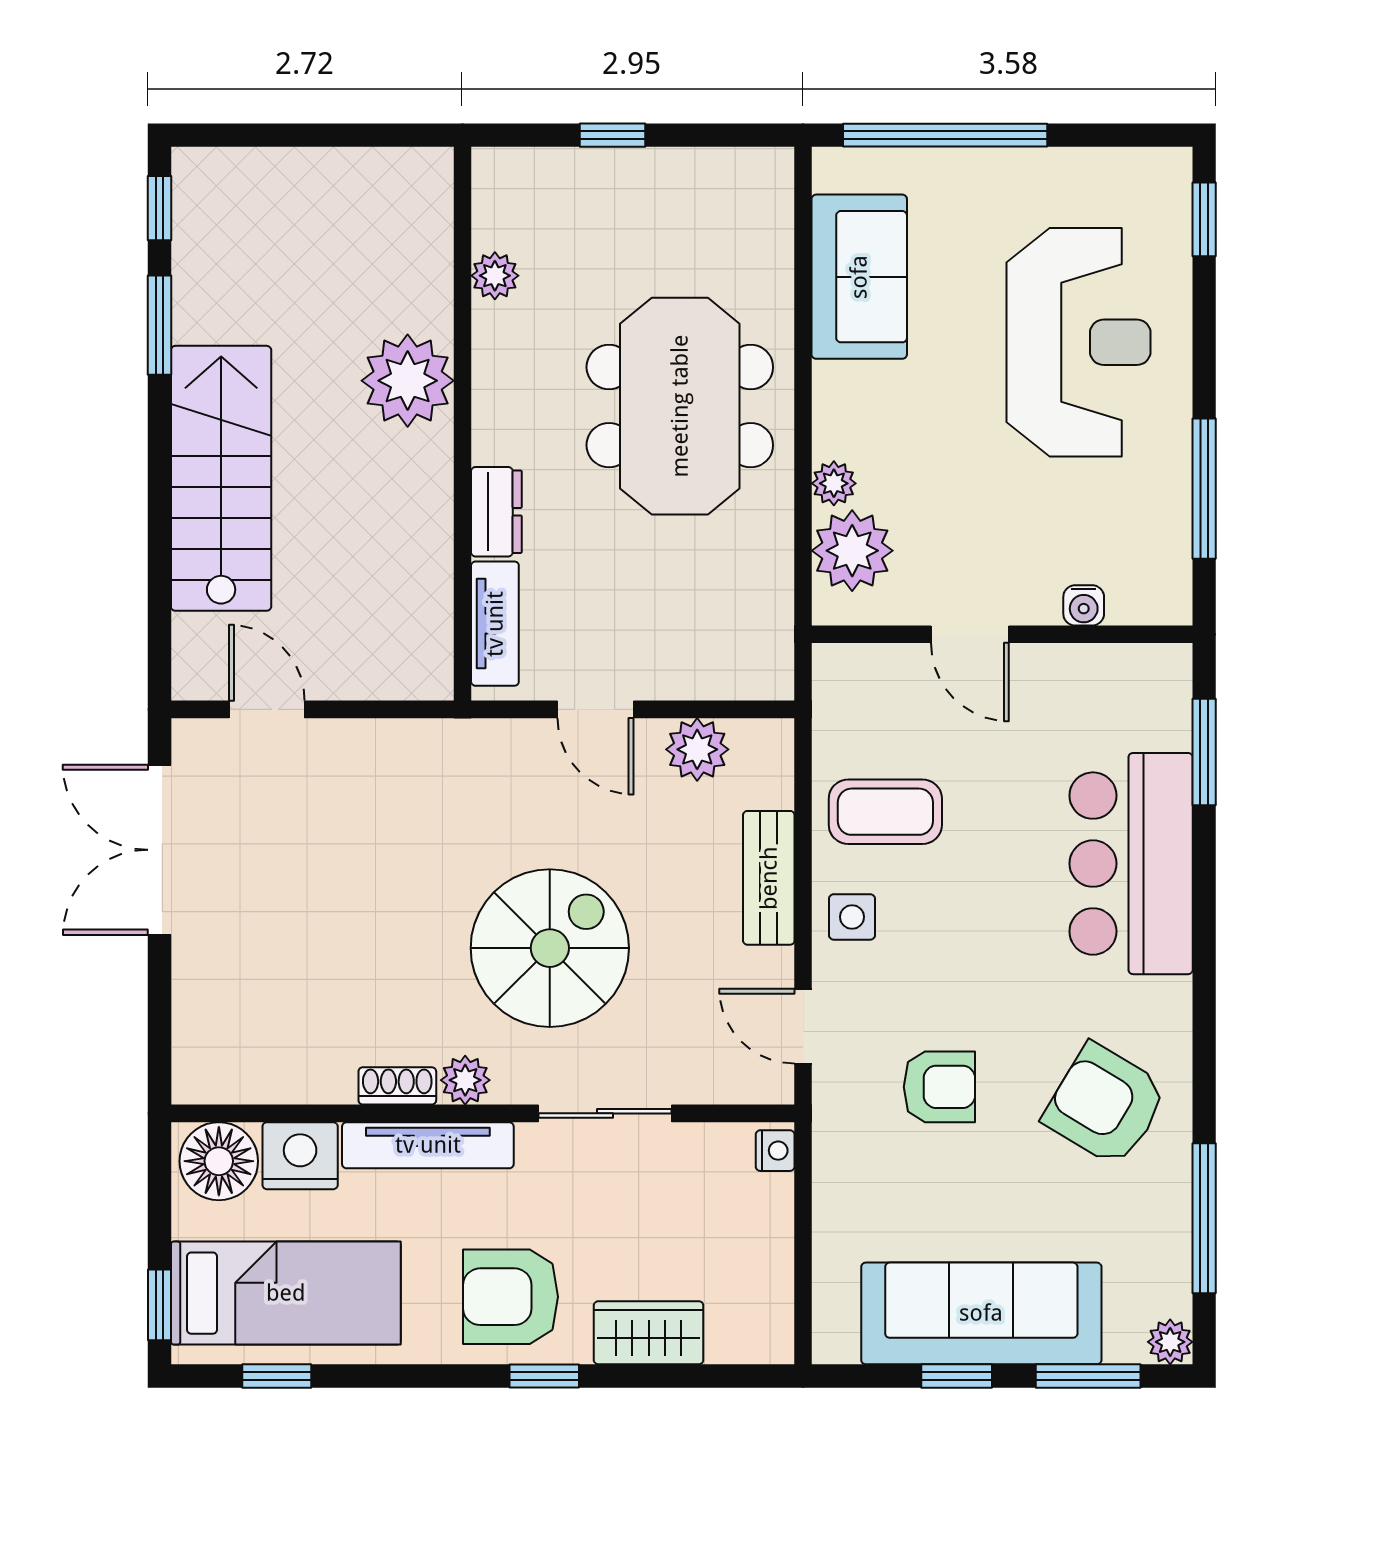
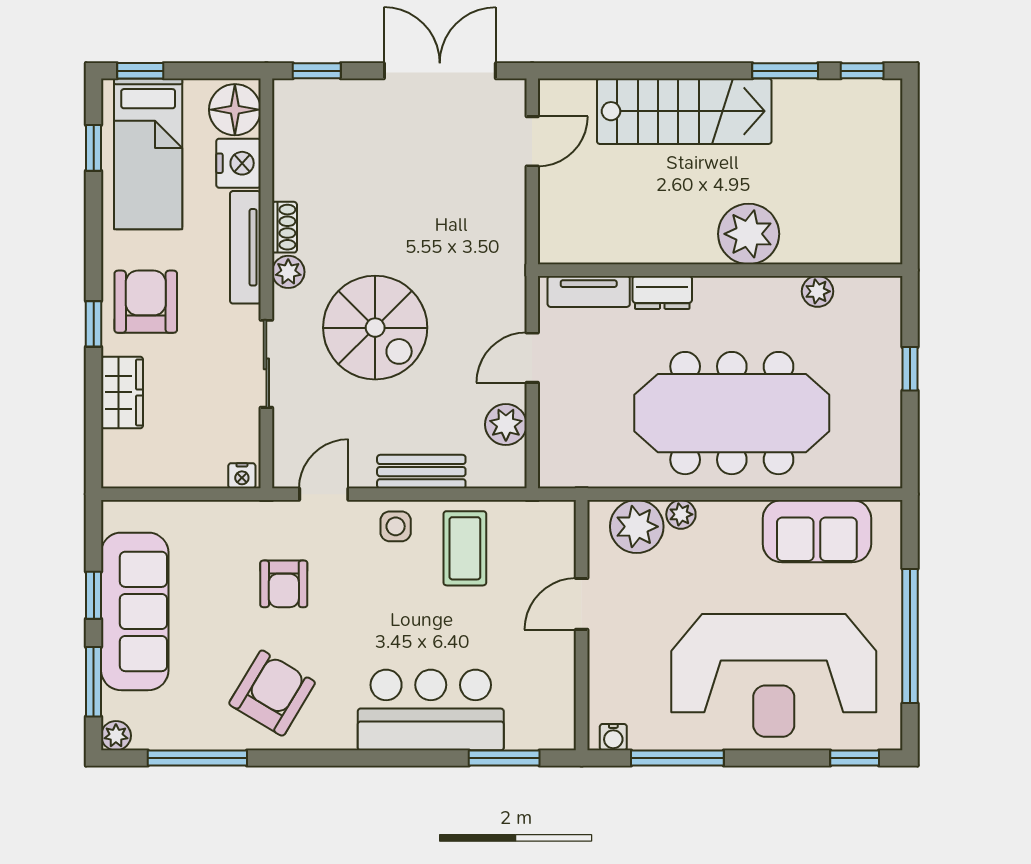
window: (945, 135) -> (910, 636), moved
reception desk: (1079, 342) -> (774, 675), width x1.36, depth x1.30
meeting table: (680, 406) -> (732, 413), width x1.36
water cooler: (1084, 605) -> (613, 737), moved, turned -90
window: (159, 1037) -> (317, 71), added

